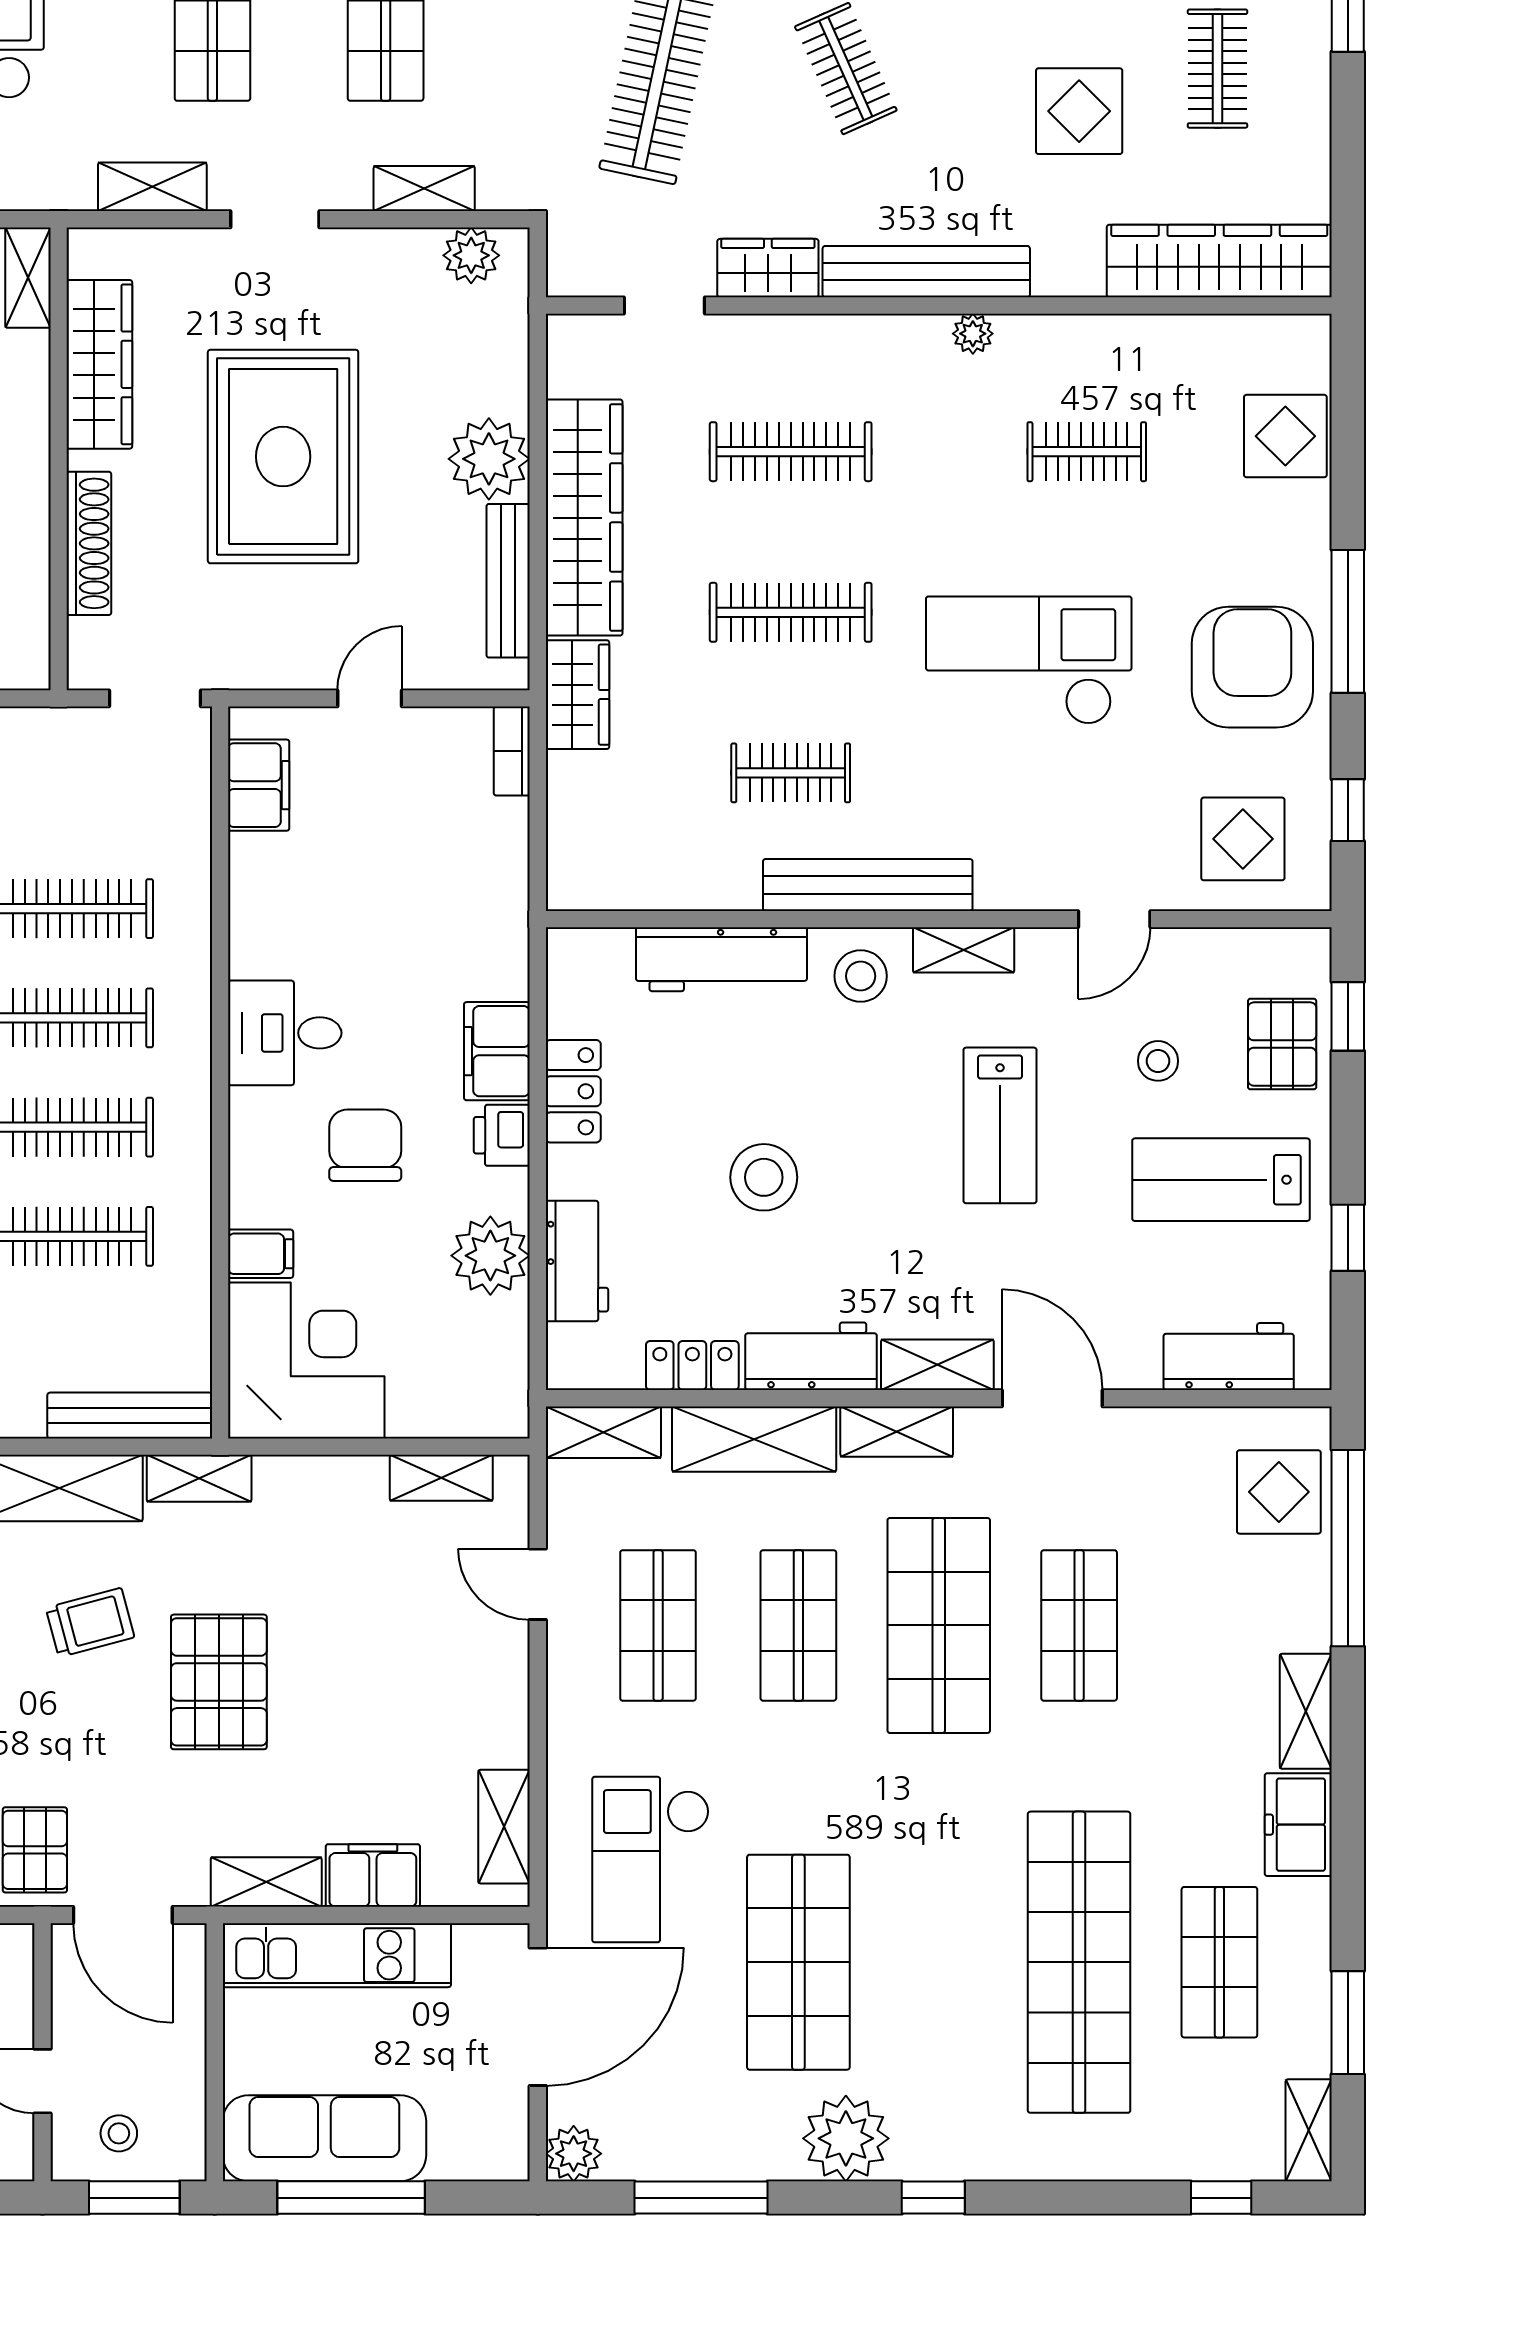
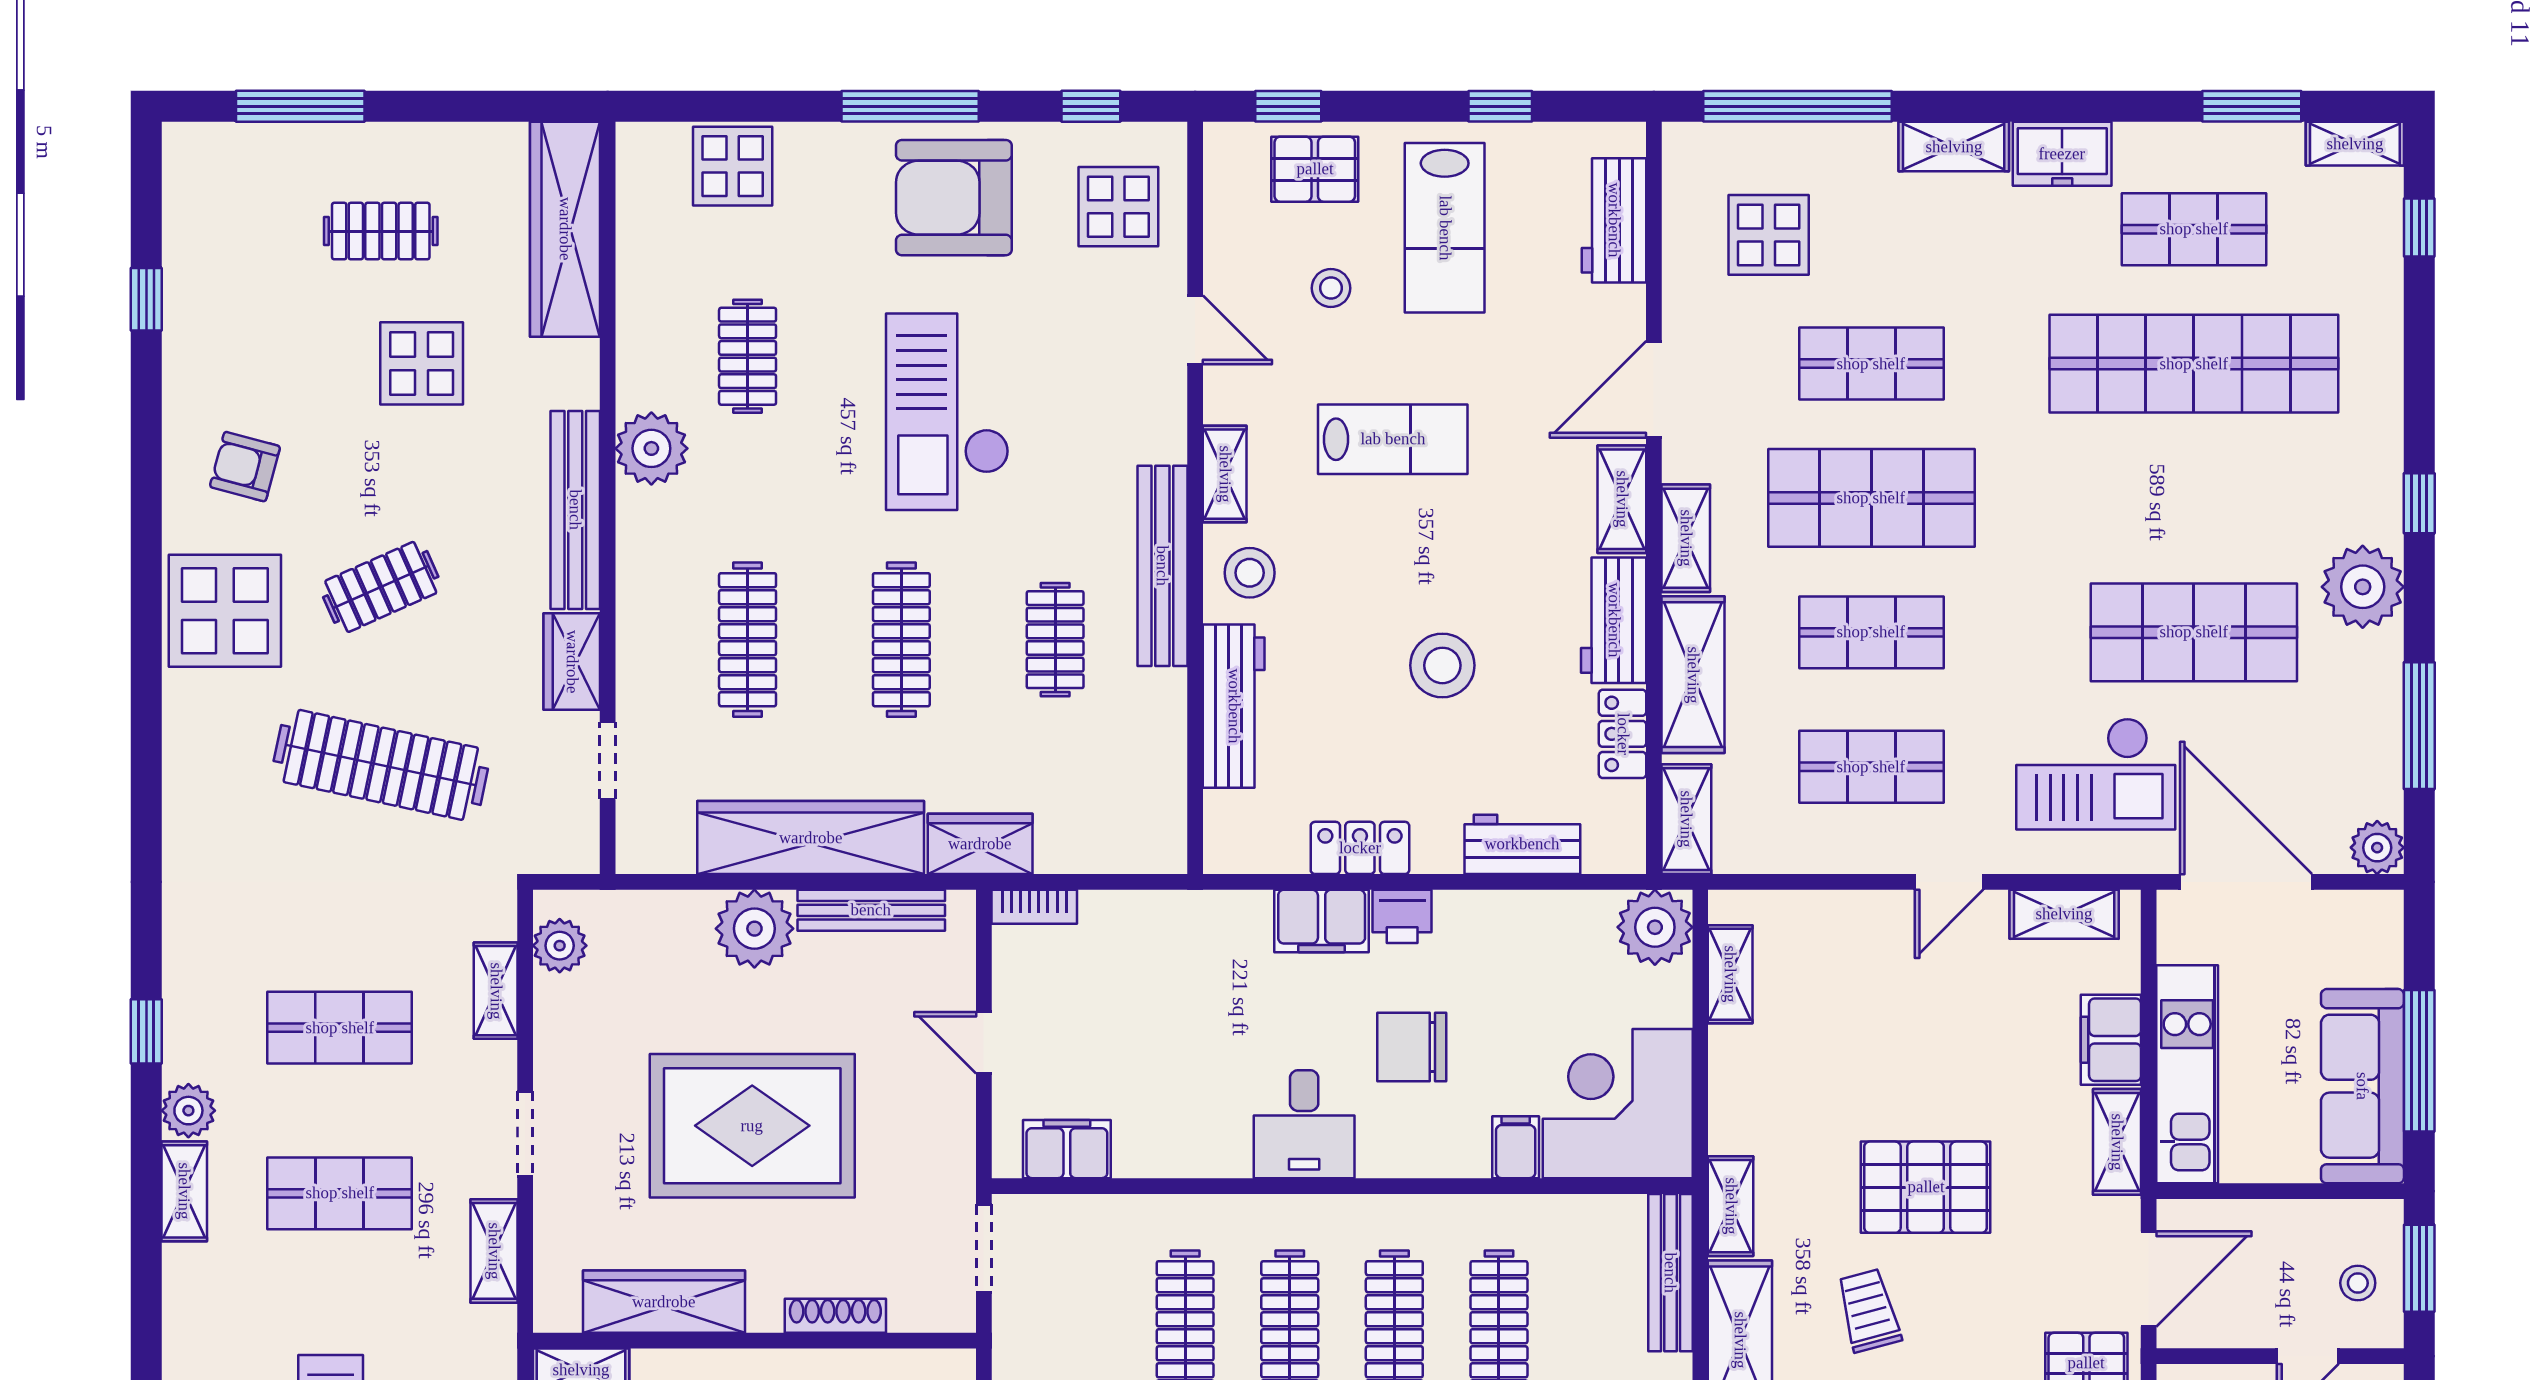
plant: (973, 334) -> (651, 448), width x1.88, depth x1.88
shoe rack: (89, 543) -> (835, 1316), width x0.74, depth x0.81
plant: (490, 1256) -> (1655, 927), moved
display table: (1279, 1492) -> (1769, 235), moved
door: (538, 1584) -> (1949, 882), moved

